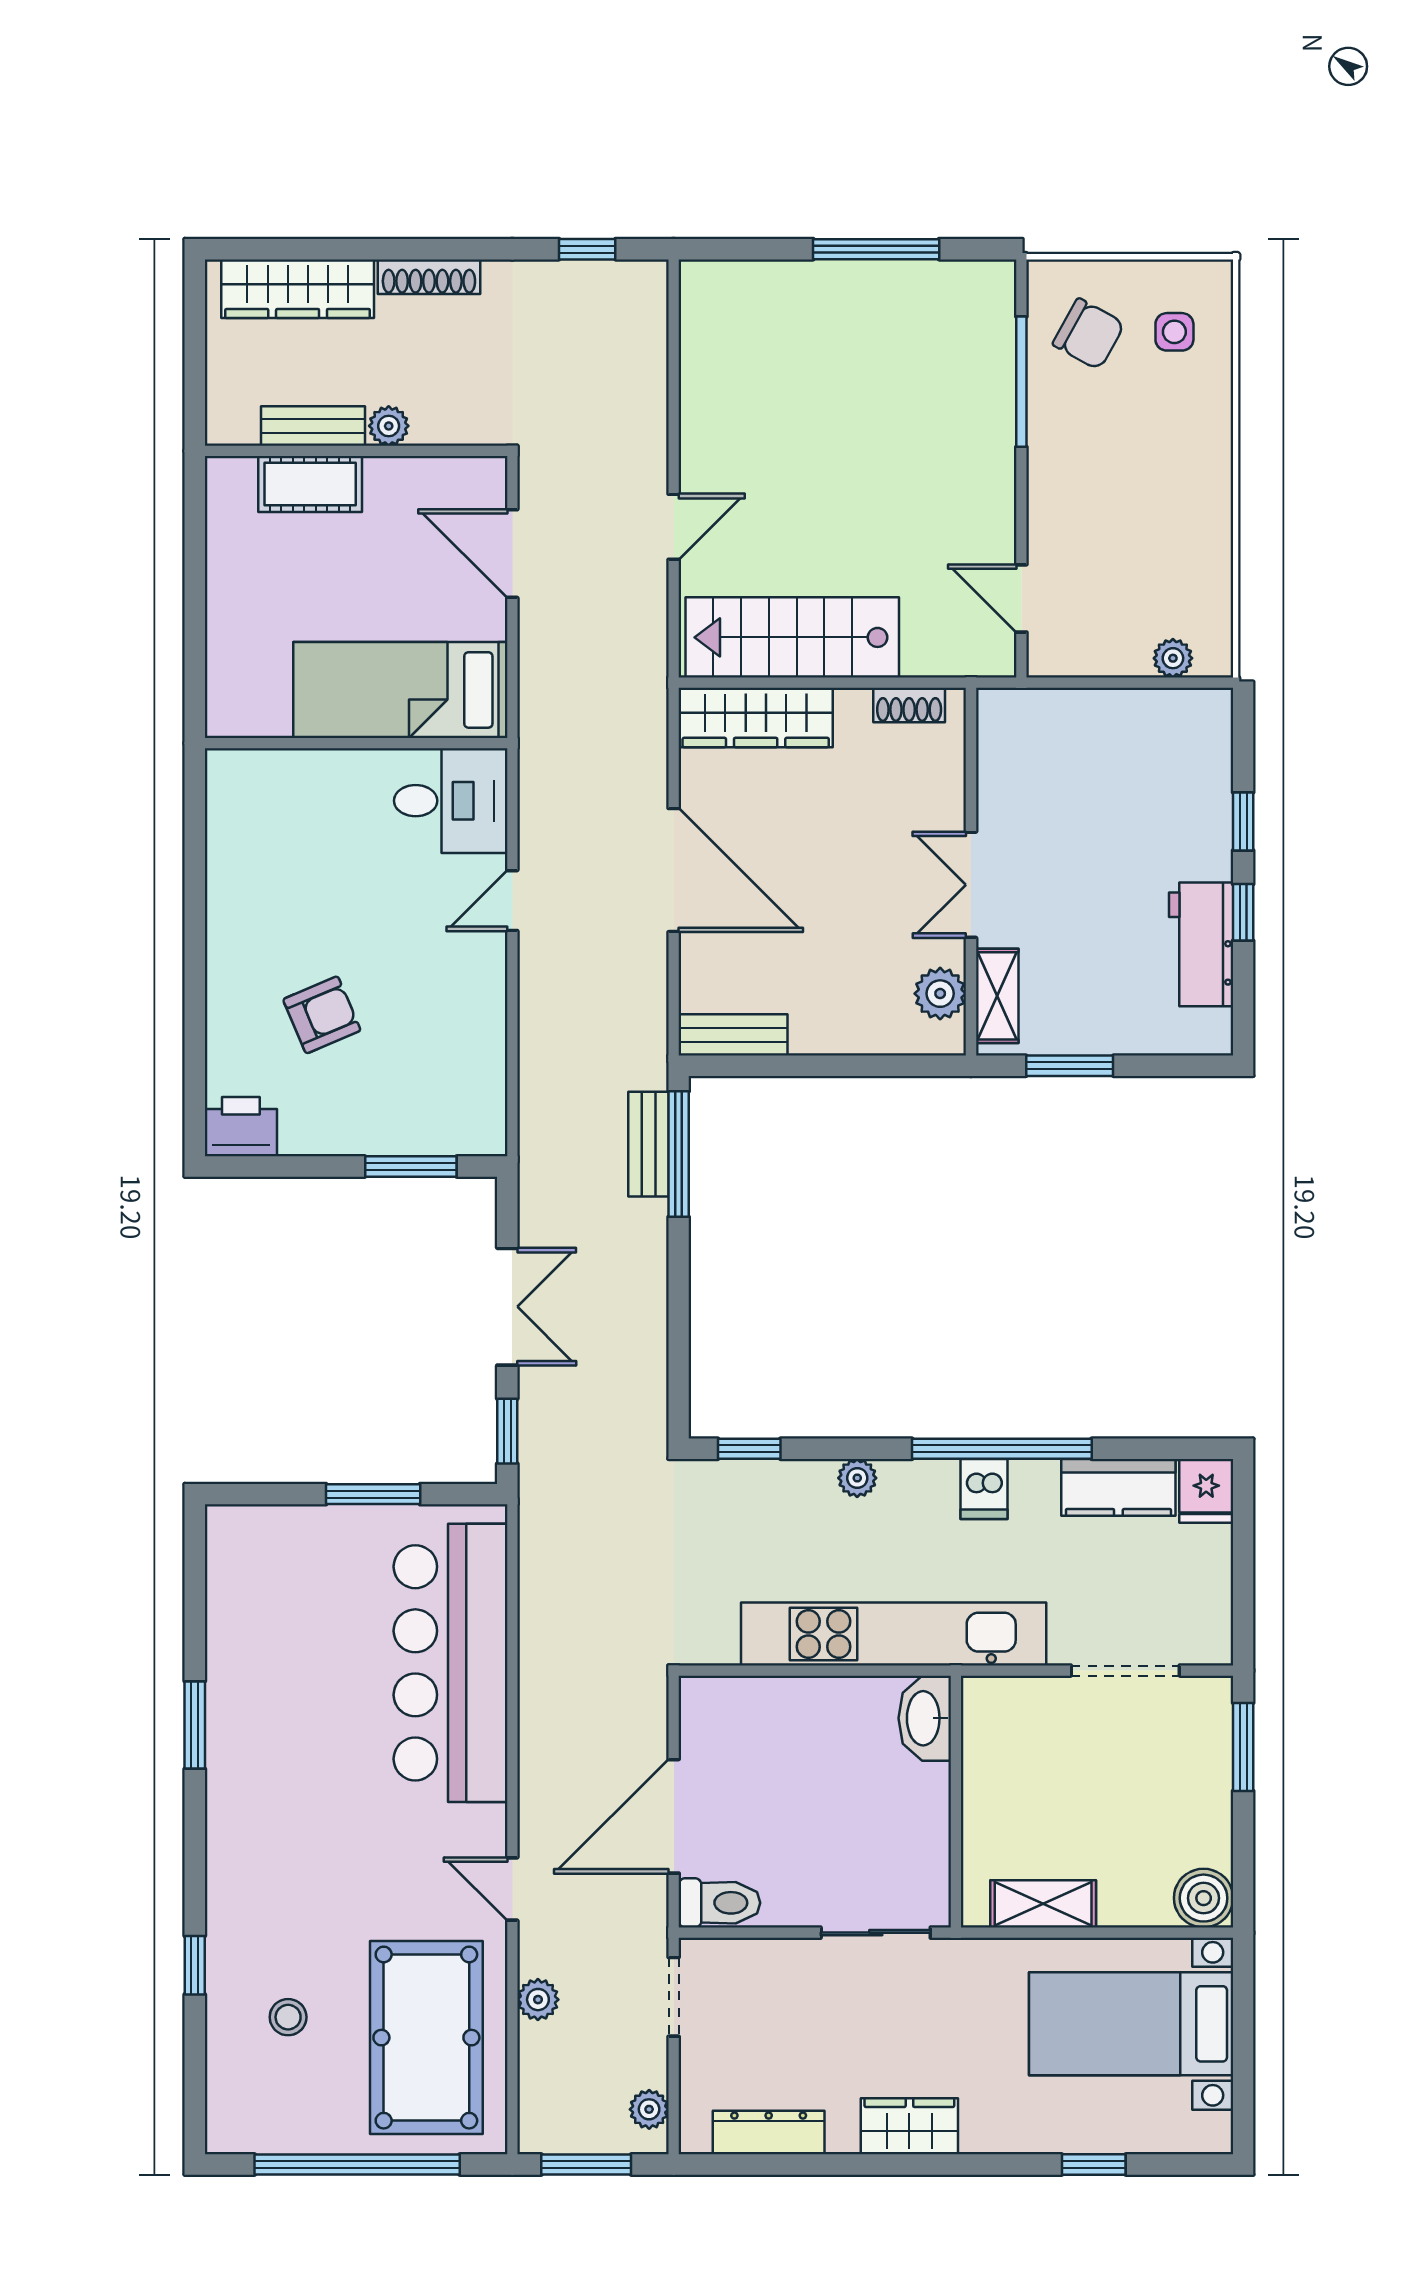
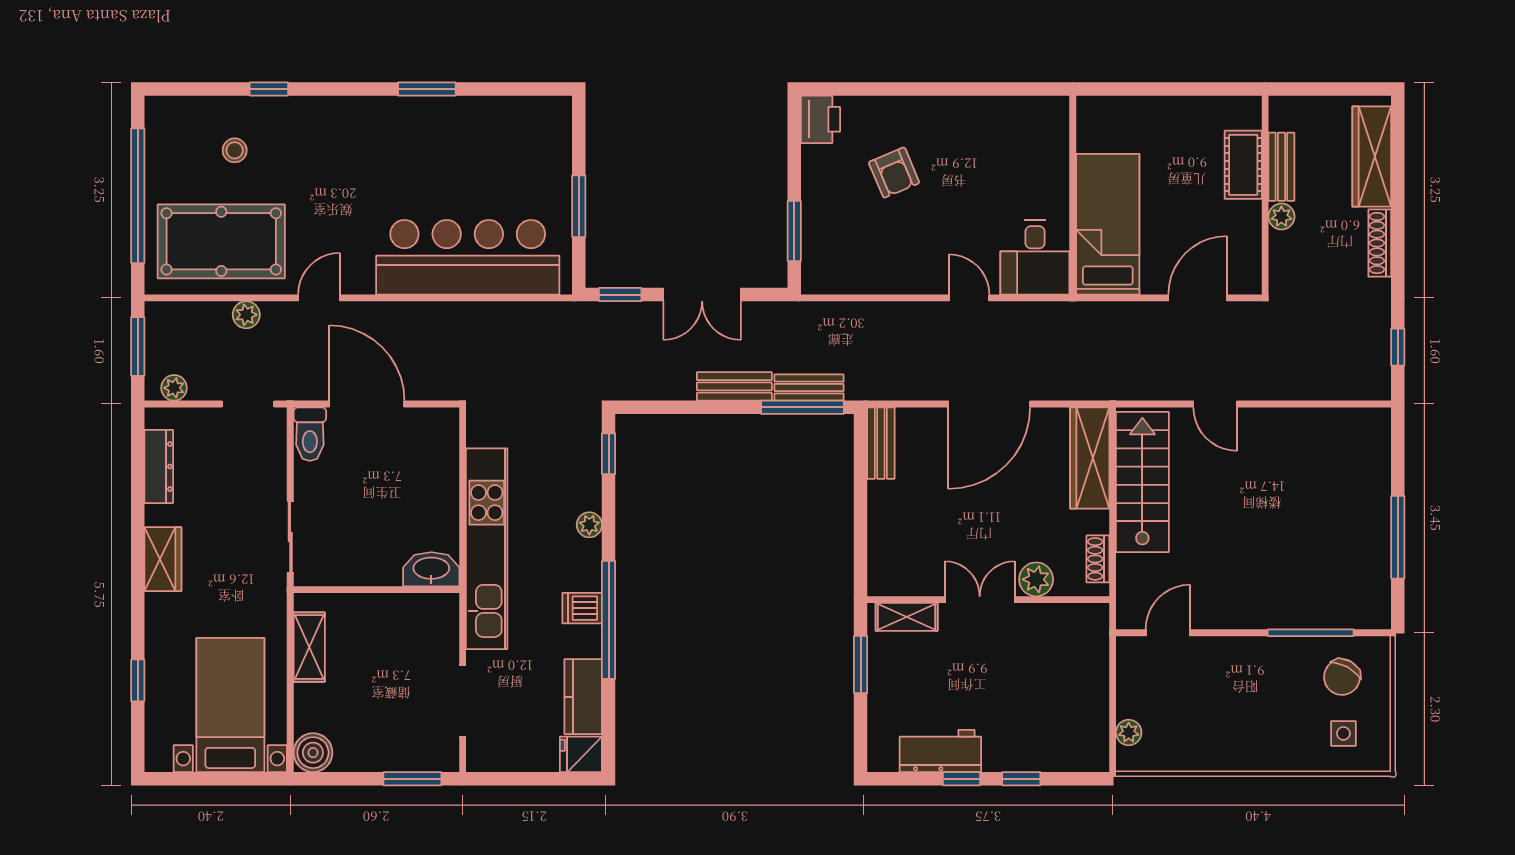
plant: (940, 994) -> (1036, 579), moved
bench: (647, 1258) -> (734, 386), added

